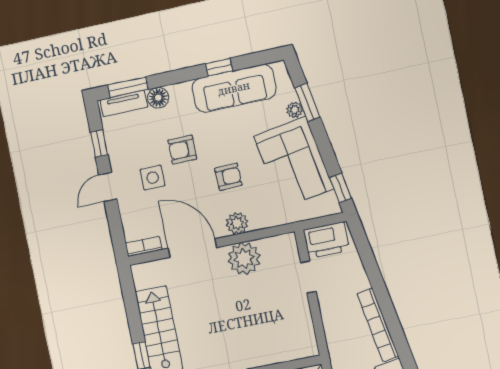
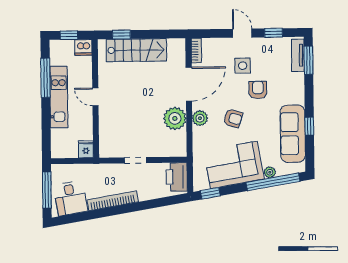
floor lamp: (158, 98) -> (297, 80), removed
window: (307, 102) -> (273, 182), width x2.11
armchair: (228, 177) -> (233, 118), turned -71
doorway: (308, 277) -> (135, 160), moved

